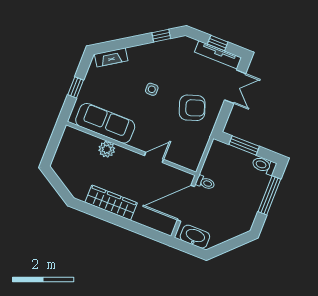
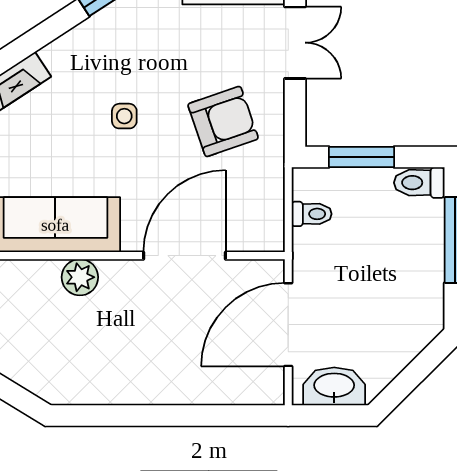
door: (154, 157) -> (185, 256), width x1.87
toilet: (205, 183) -> (312, 214), moved
wardrobe: (111, 203) -> (133, 384), removed

